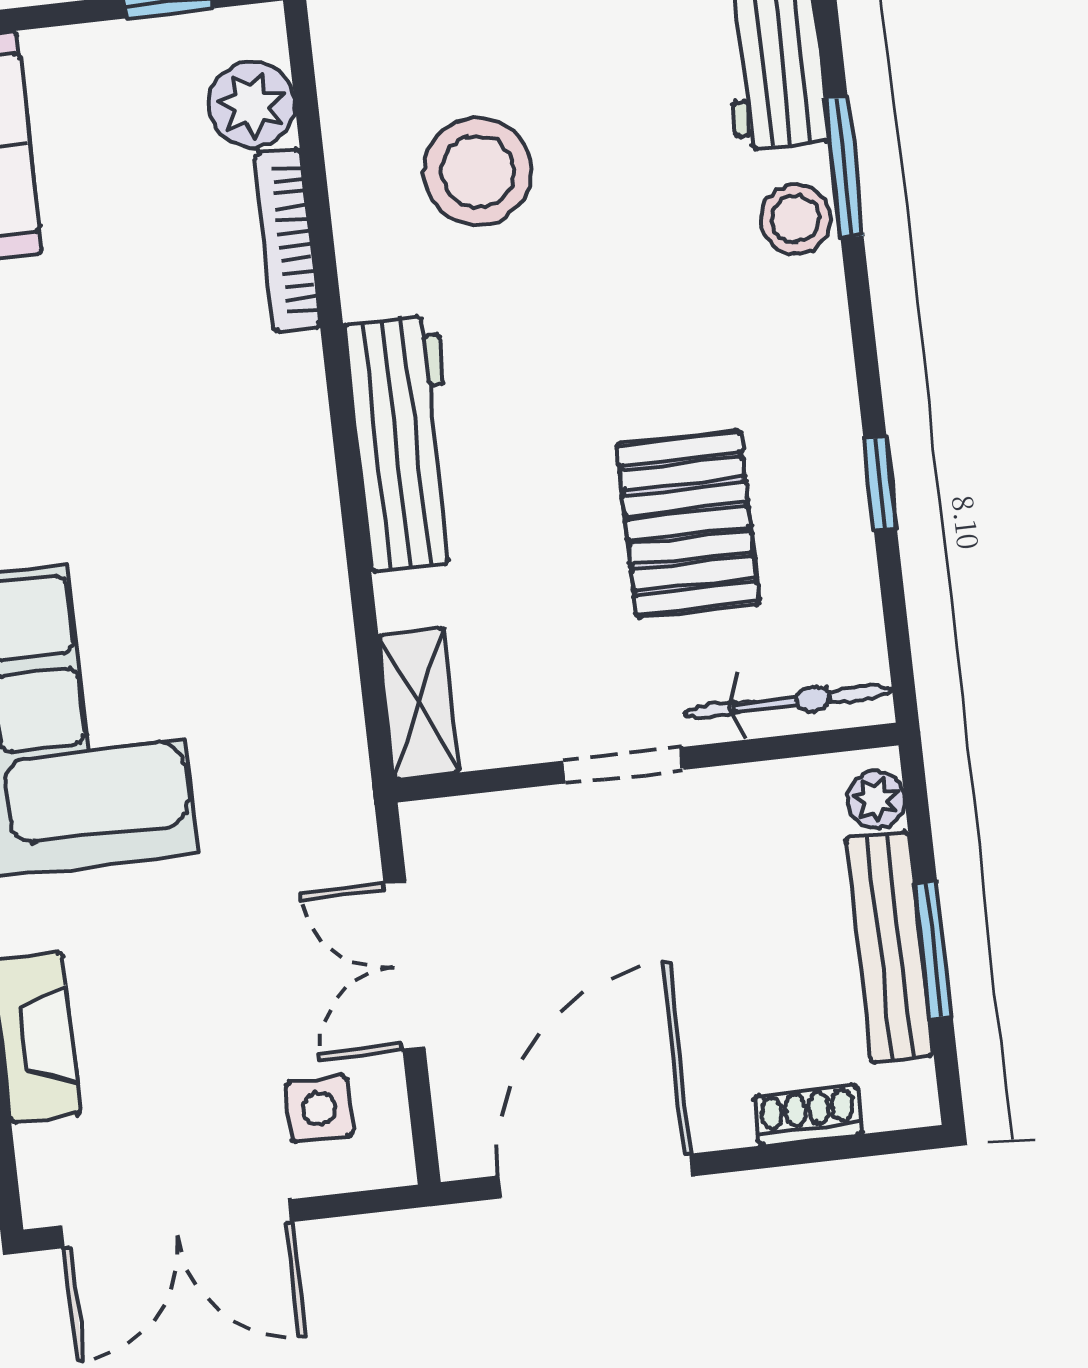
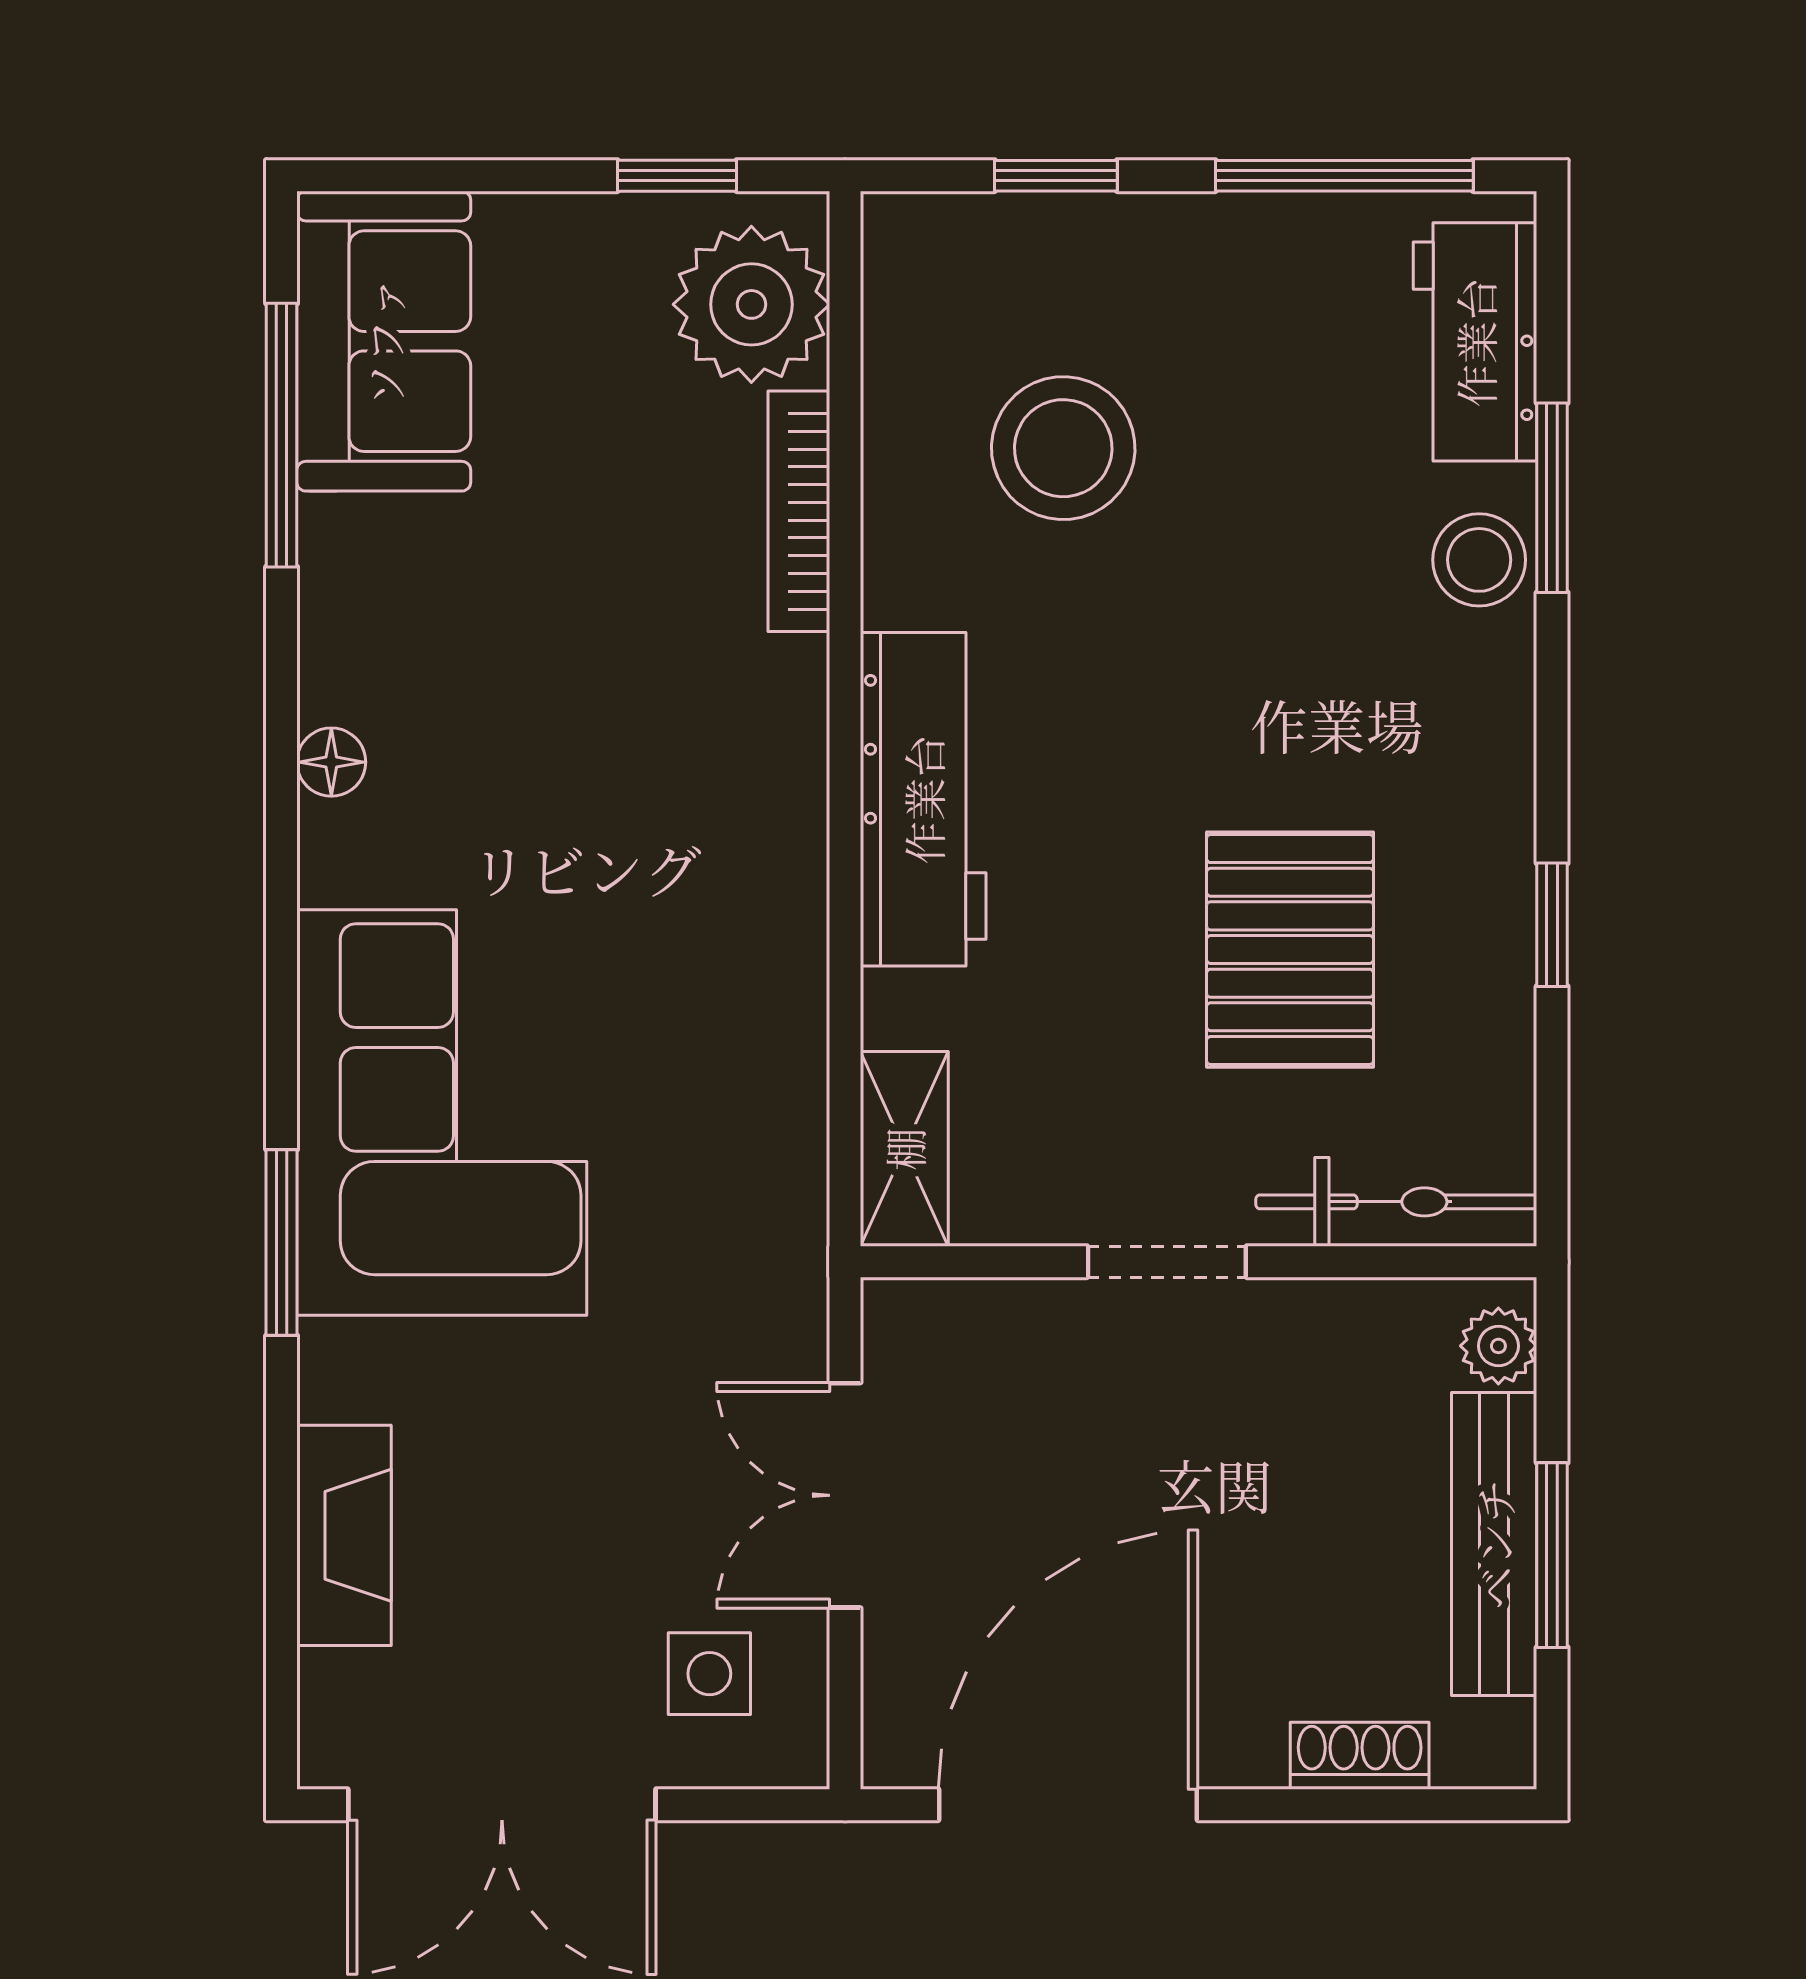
plant: (252, 105) -> (751, 304), width x1.36, depth x1.36

